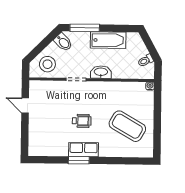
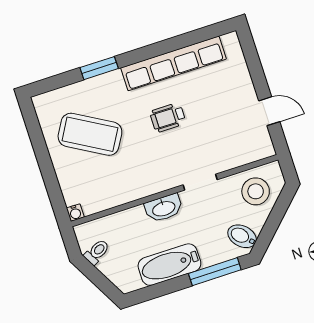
row of seats: (84, 150) -> (173, 63), width x2.02
window: (79, 160) -> (99, 68), moved

